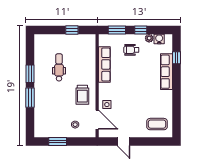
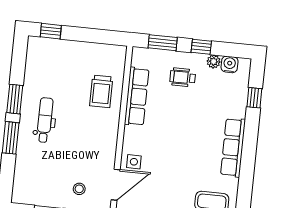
window: (72, 30) -> (51, 31), moved
dental chair: (59, 67) -> (45, 120), moved
row of seats: (167, 72) -> (233, 147), moved
trolley: (82, 95) -> (101, 91), moved
door: (97, 120) -> (116, 185), hinge flipped

